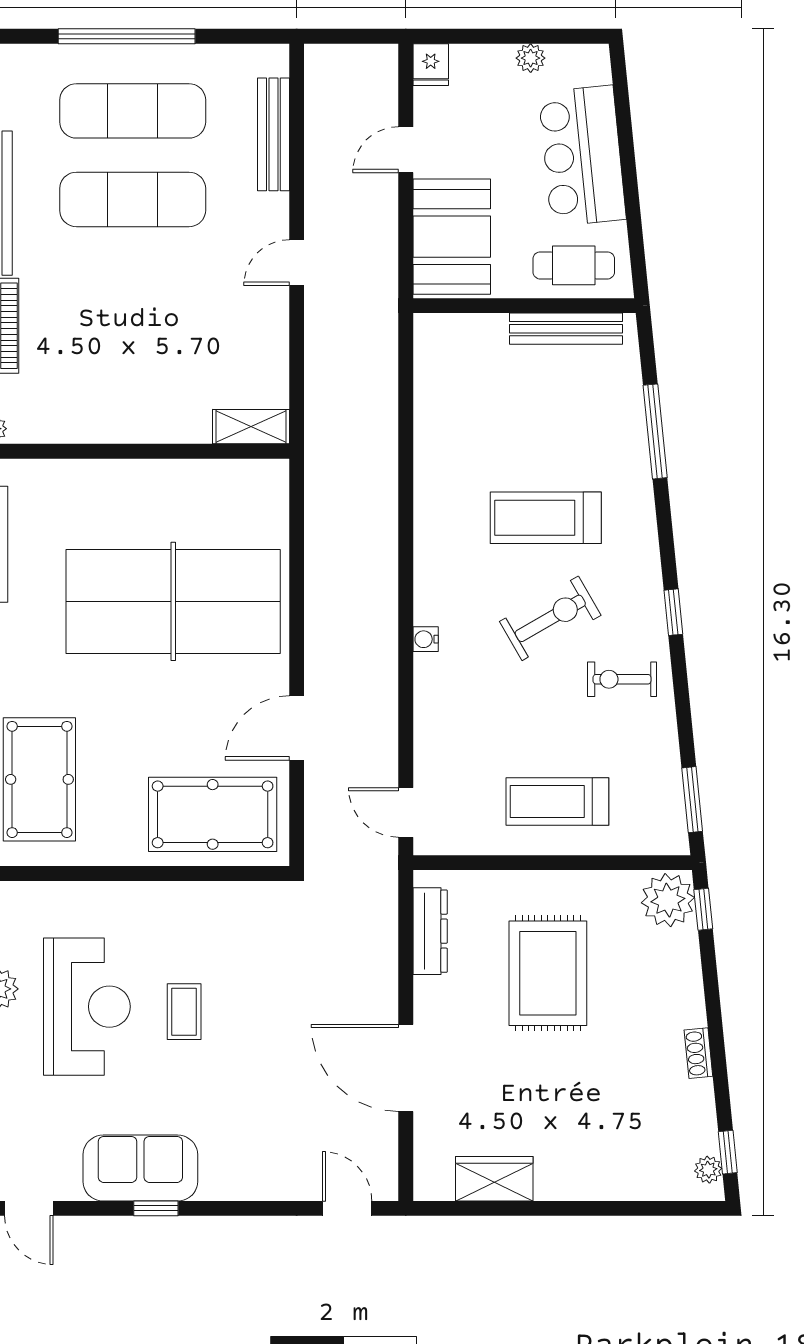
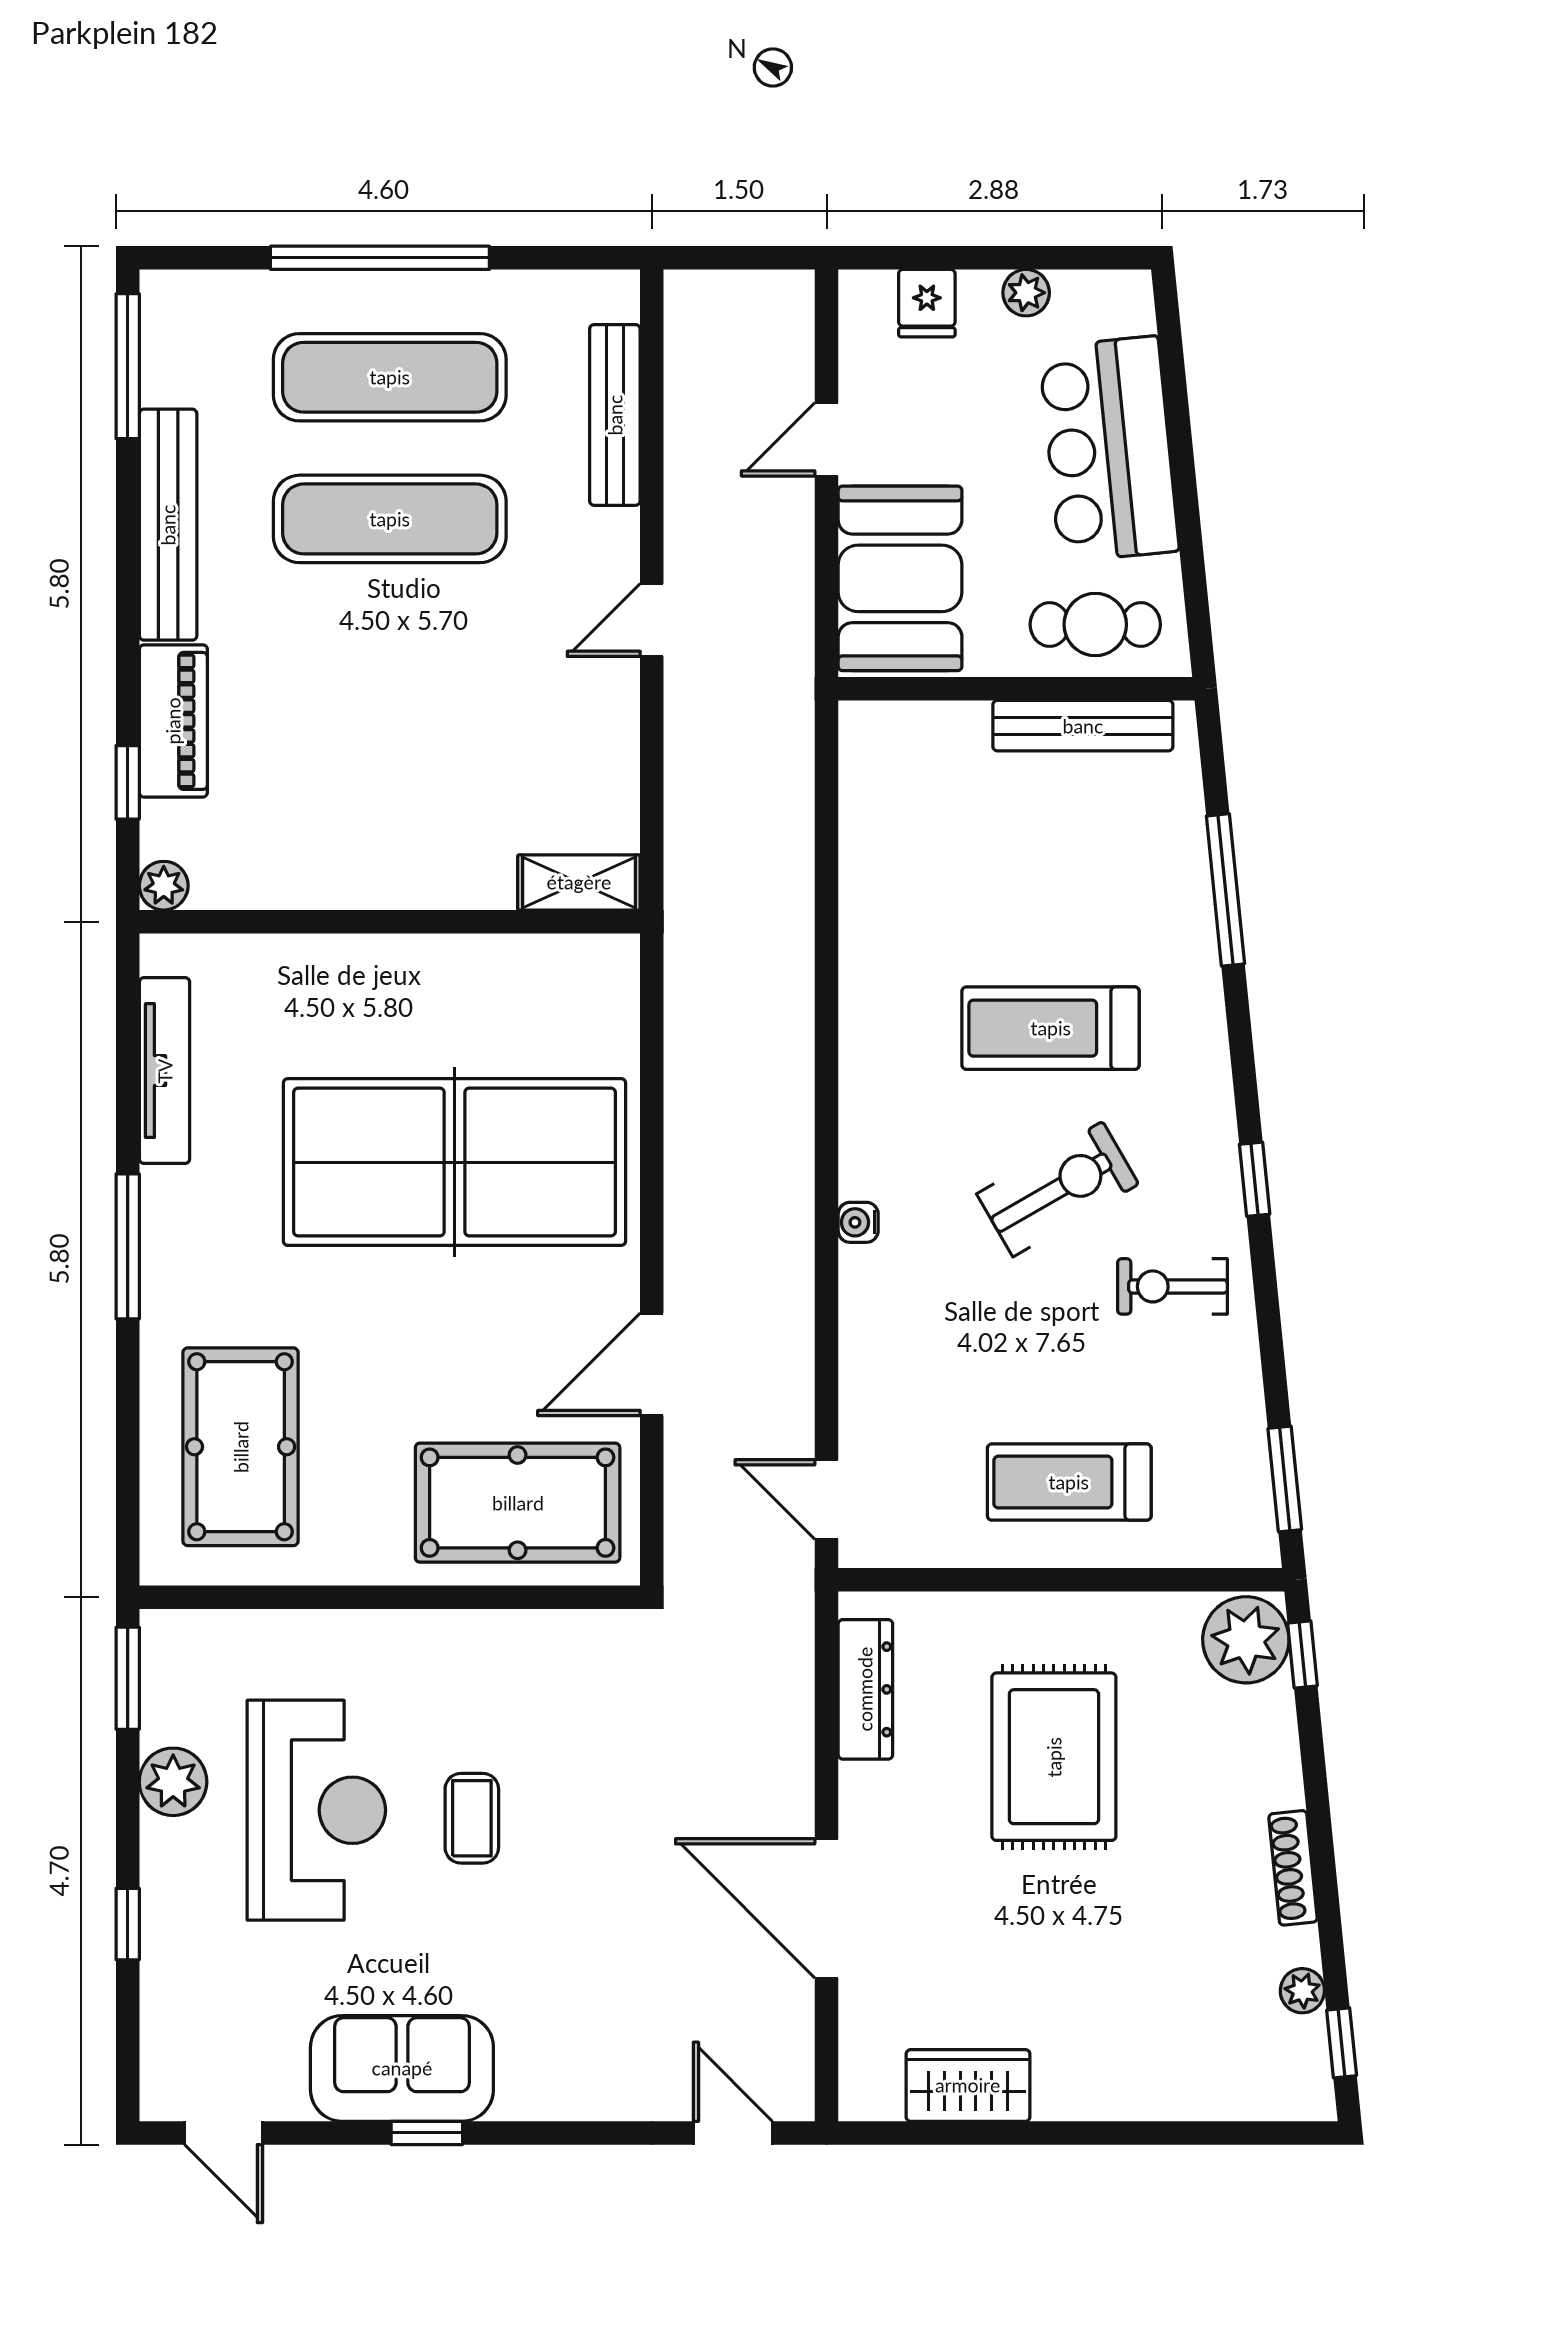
fridge: (431, 65) -> (927, 303), moved
shoe rack: (698, 1053) -> (1293, 1868), width x1.43
plant: (708, 1170) -> (1302, 1991), moved

